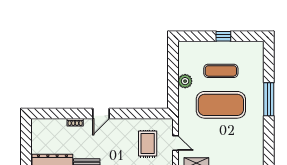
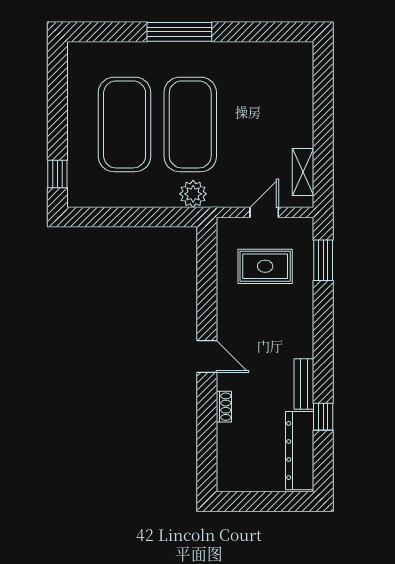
window: (223, 36) -> (57, 174), moved
exercise mat: (221, 71) -> (125, 124), width x2.00, depth x1.45
plant: (185, 81) -> (193, 194), moved

